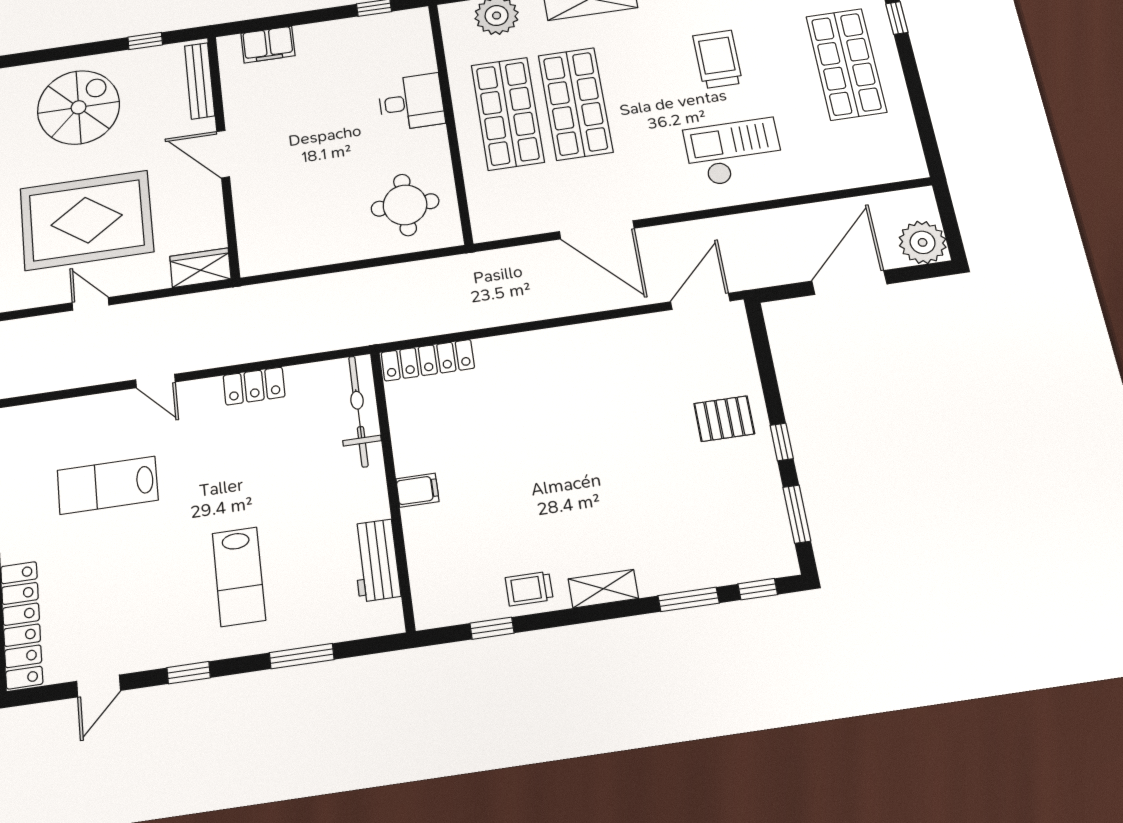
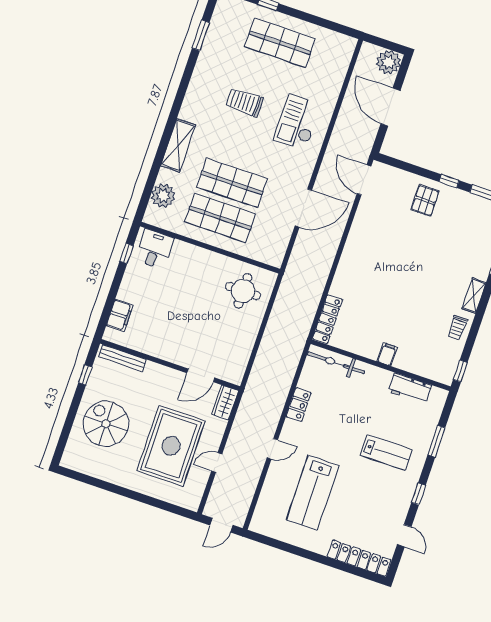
desk: (411, 102) -> (154, 249), moved
door: (223, 154) -> (201, 375), moved
lab bench: (108, 485) -> (313, 493), width x1.36, depth x1.39
window: (492, 628) -> (460, 371), moved

